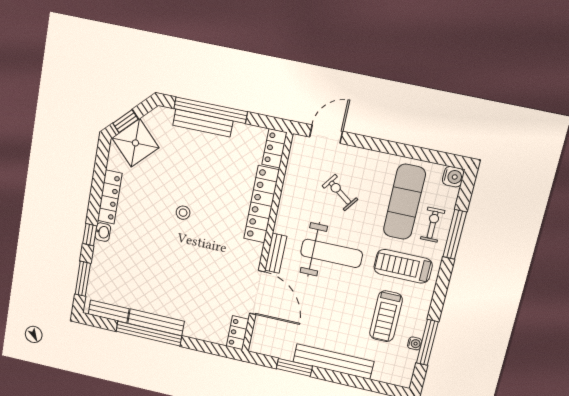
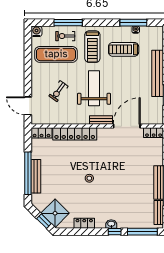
locker: (110, 197) -> (84, 223), width x0.66
window: (83, 279) -> (142, 232), width x1.44
treadmill: (386, 316) -> (124, 49), turned 180

